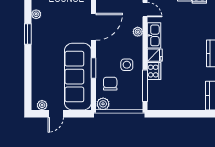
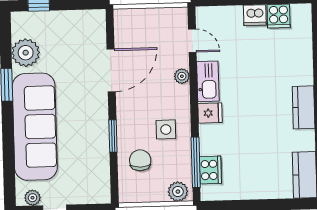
plant: (36, 14) -> (26, 53), width x1.88, depth x1.88
cooker: (154, 71) -> (210, 170), moved
sofa: (78, 77) -> (35, 127), moved, turned 180
plant: (103, 104) -> (178, 192), moved

